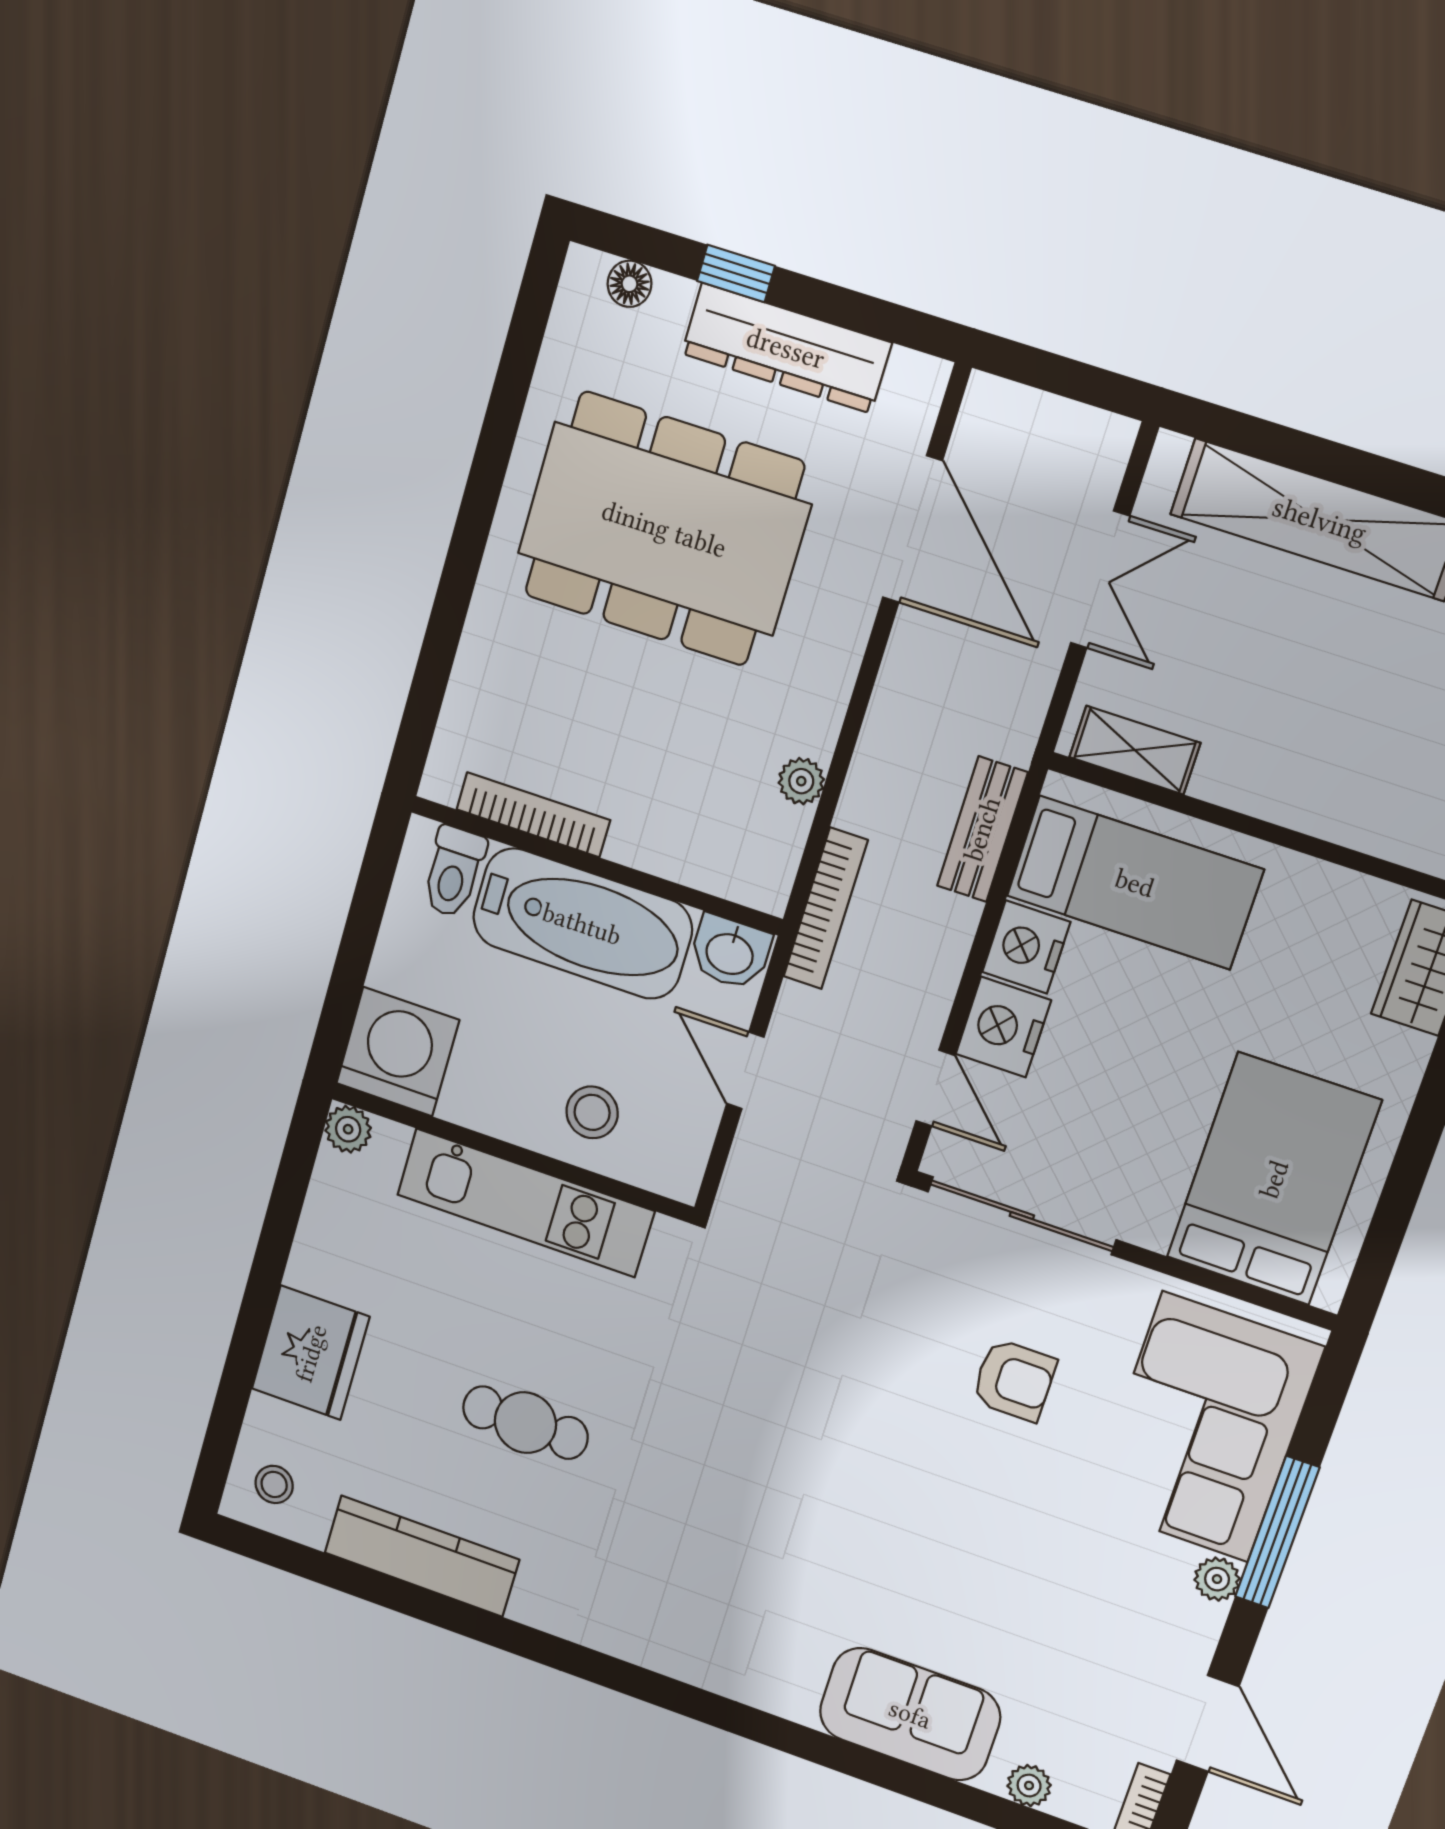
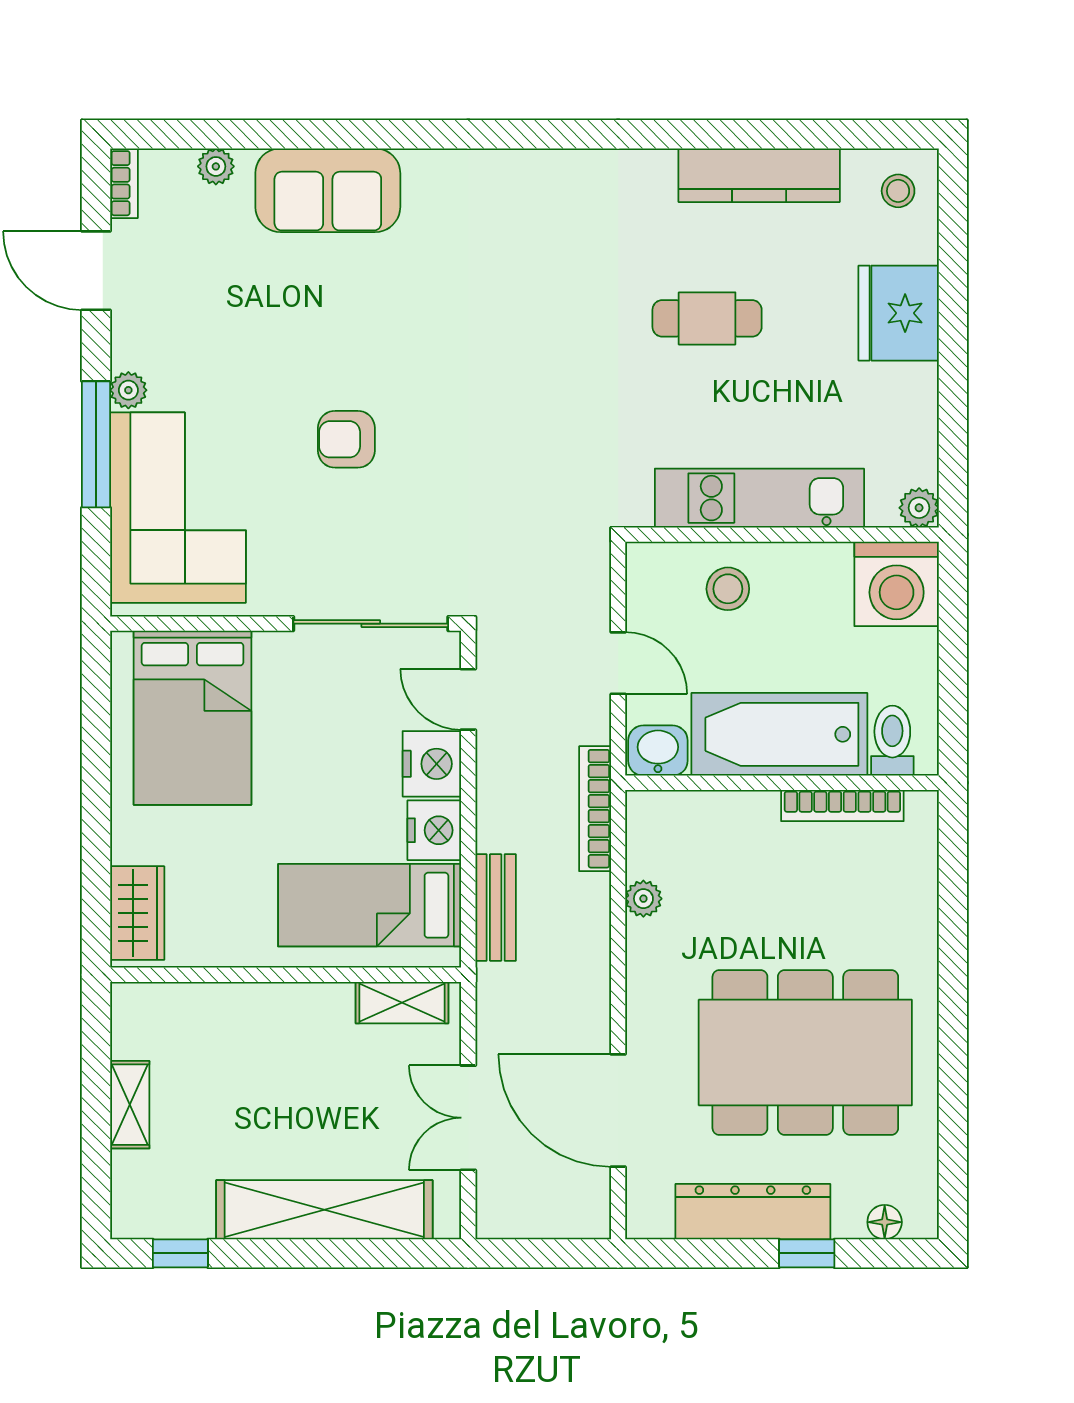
armchair: (1014, 1380) -> (346, 439), moved

